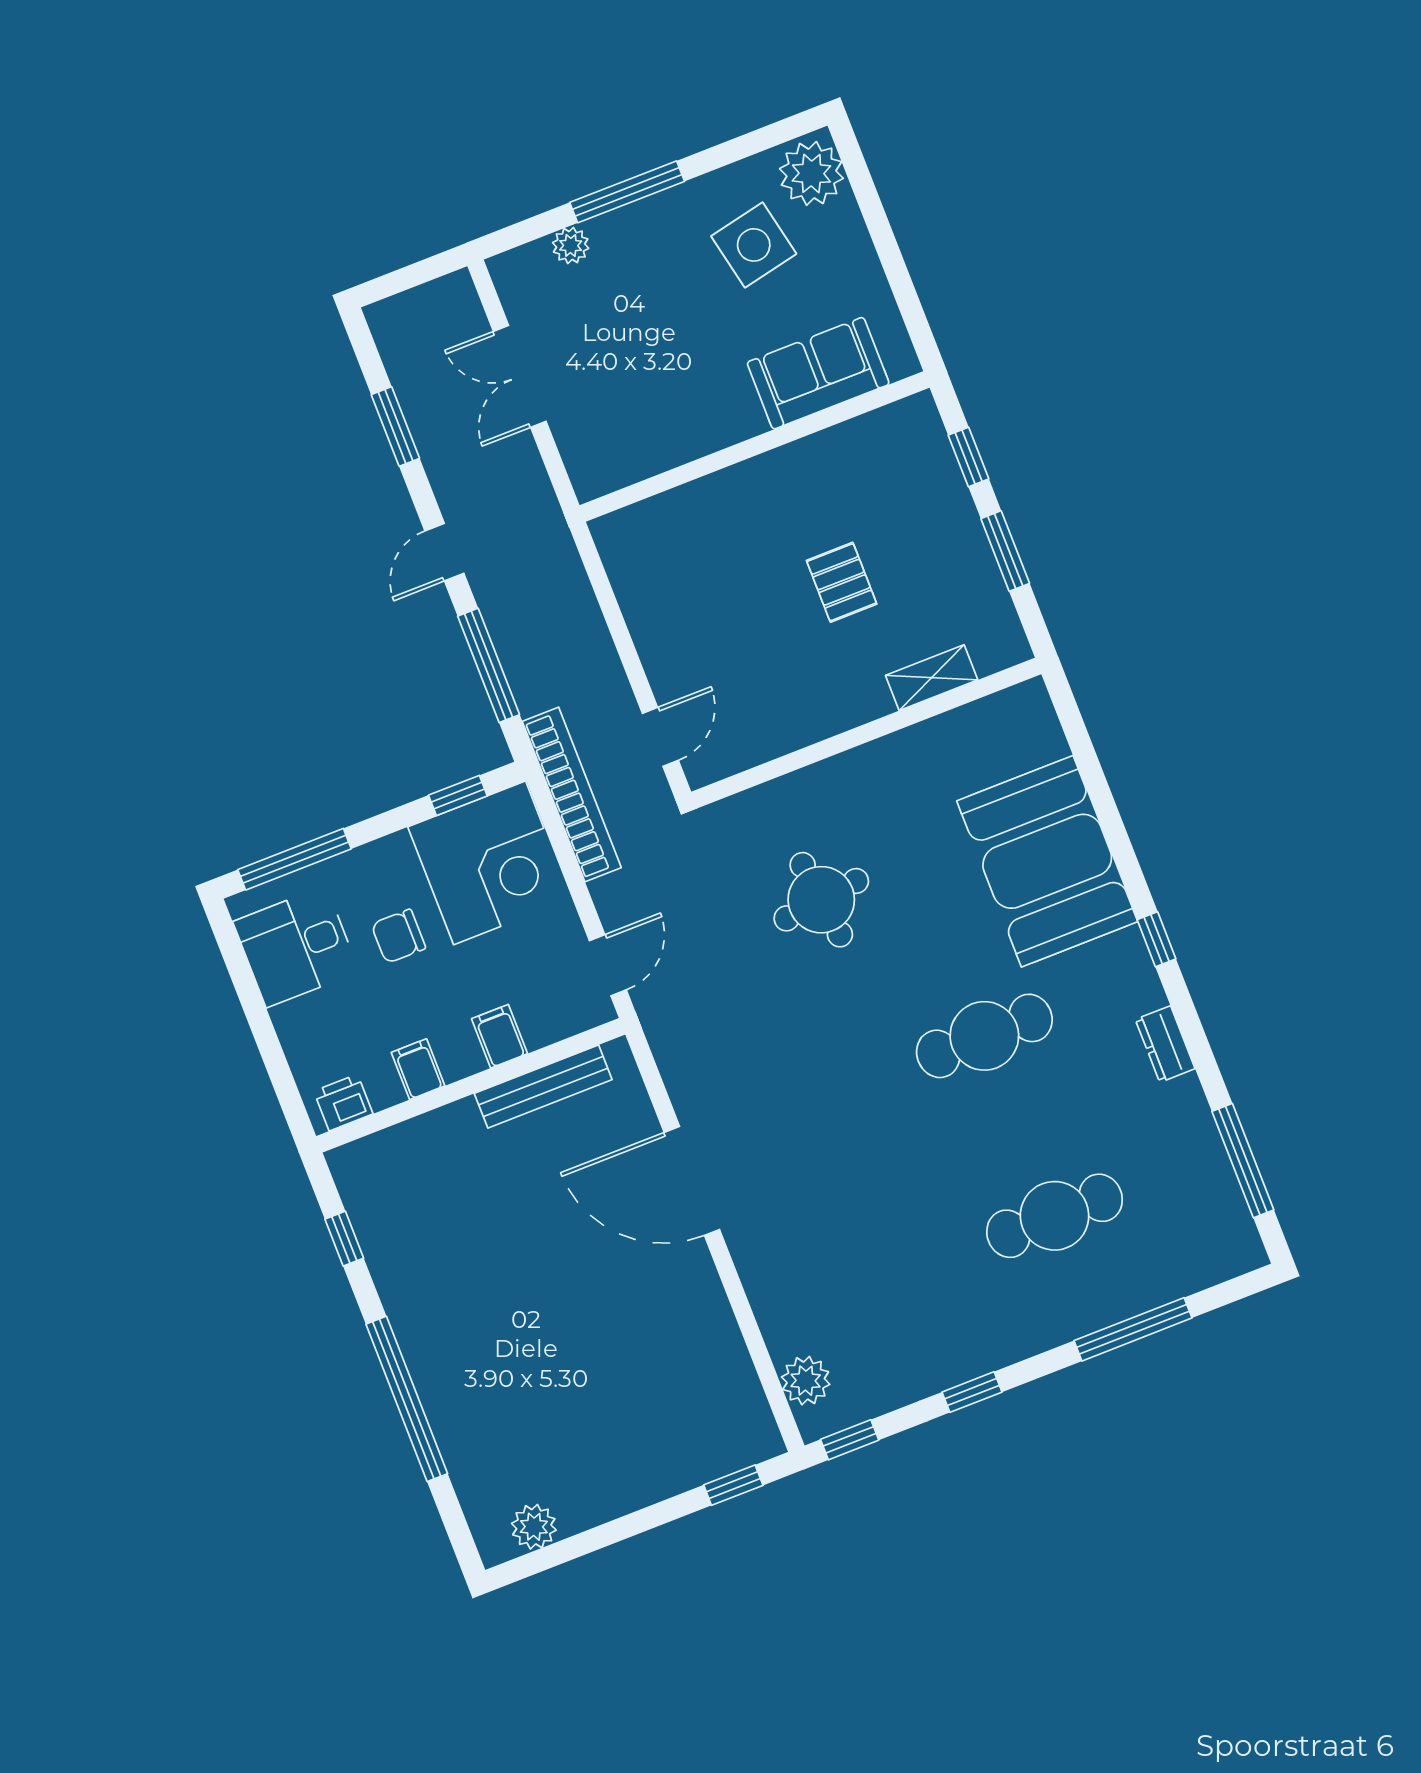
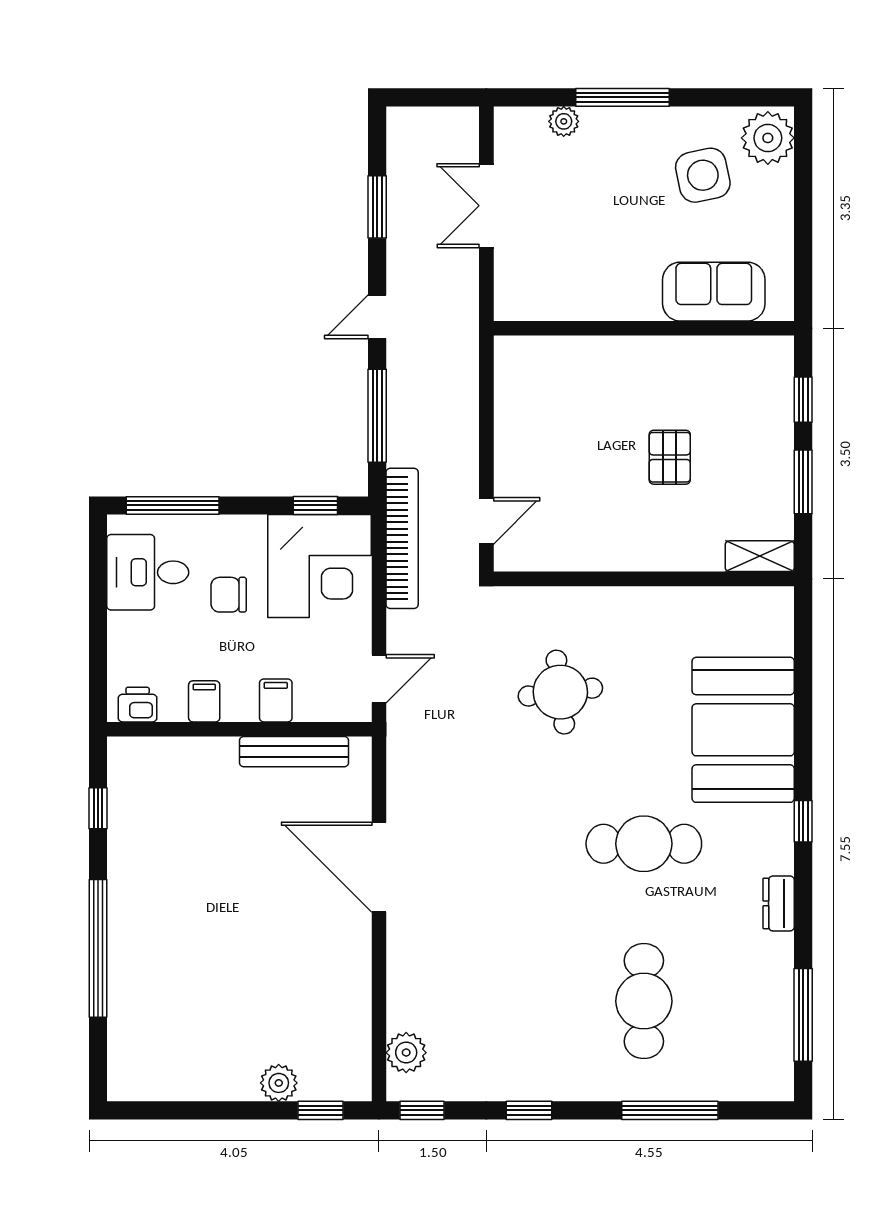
shelving: (932, 678) -> (760, 556), moved
cafe table: (1055, 1216) -> (644, 1001), turned 90
plant: (534, 1527) -> (279, 1083), moved

